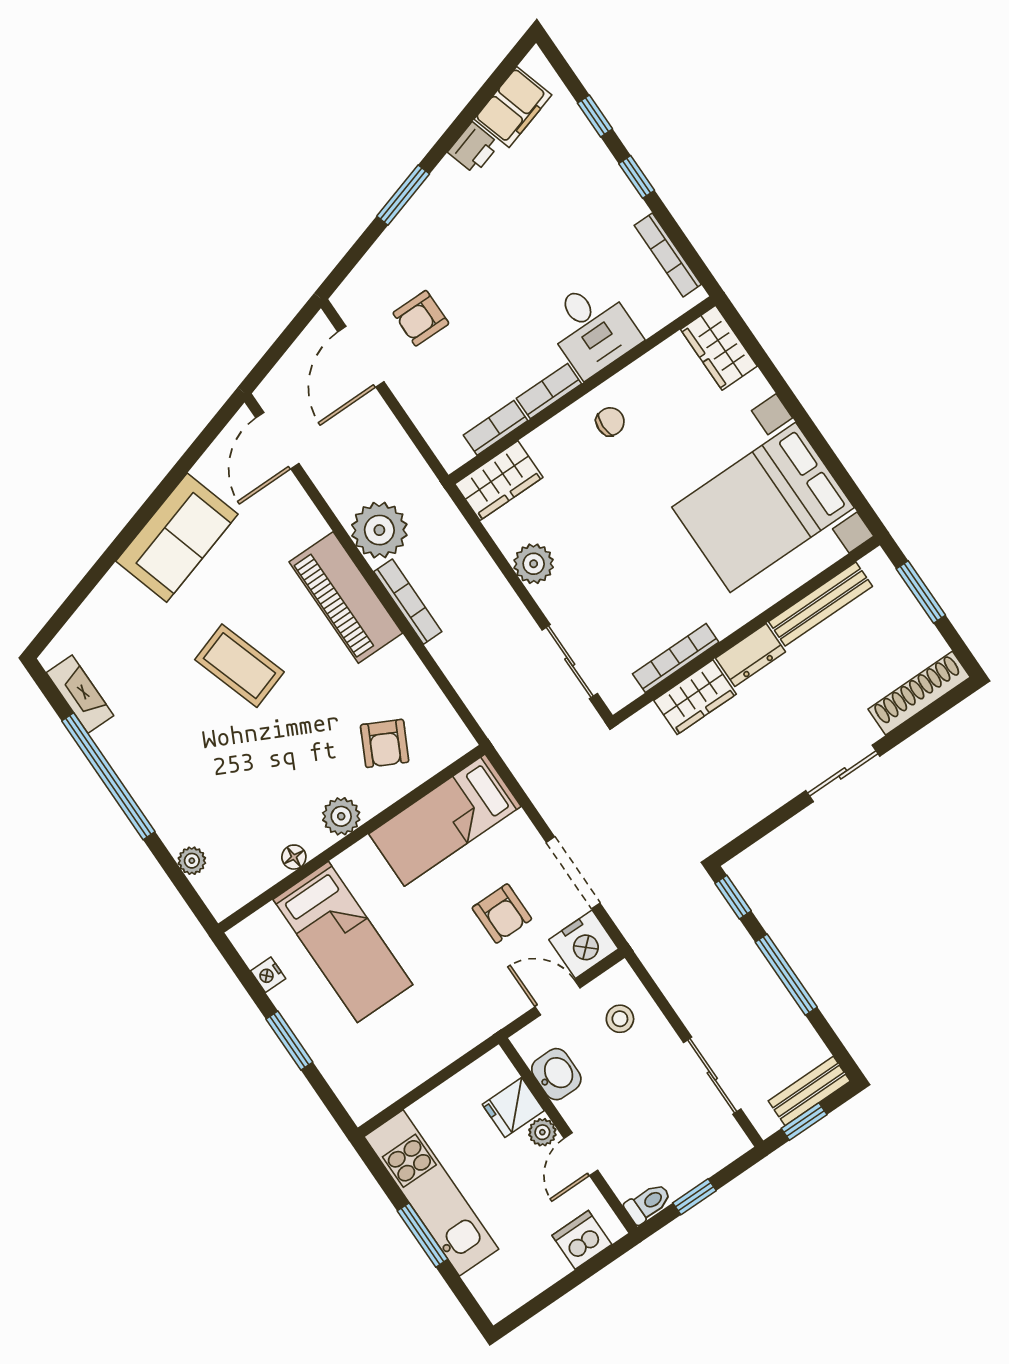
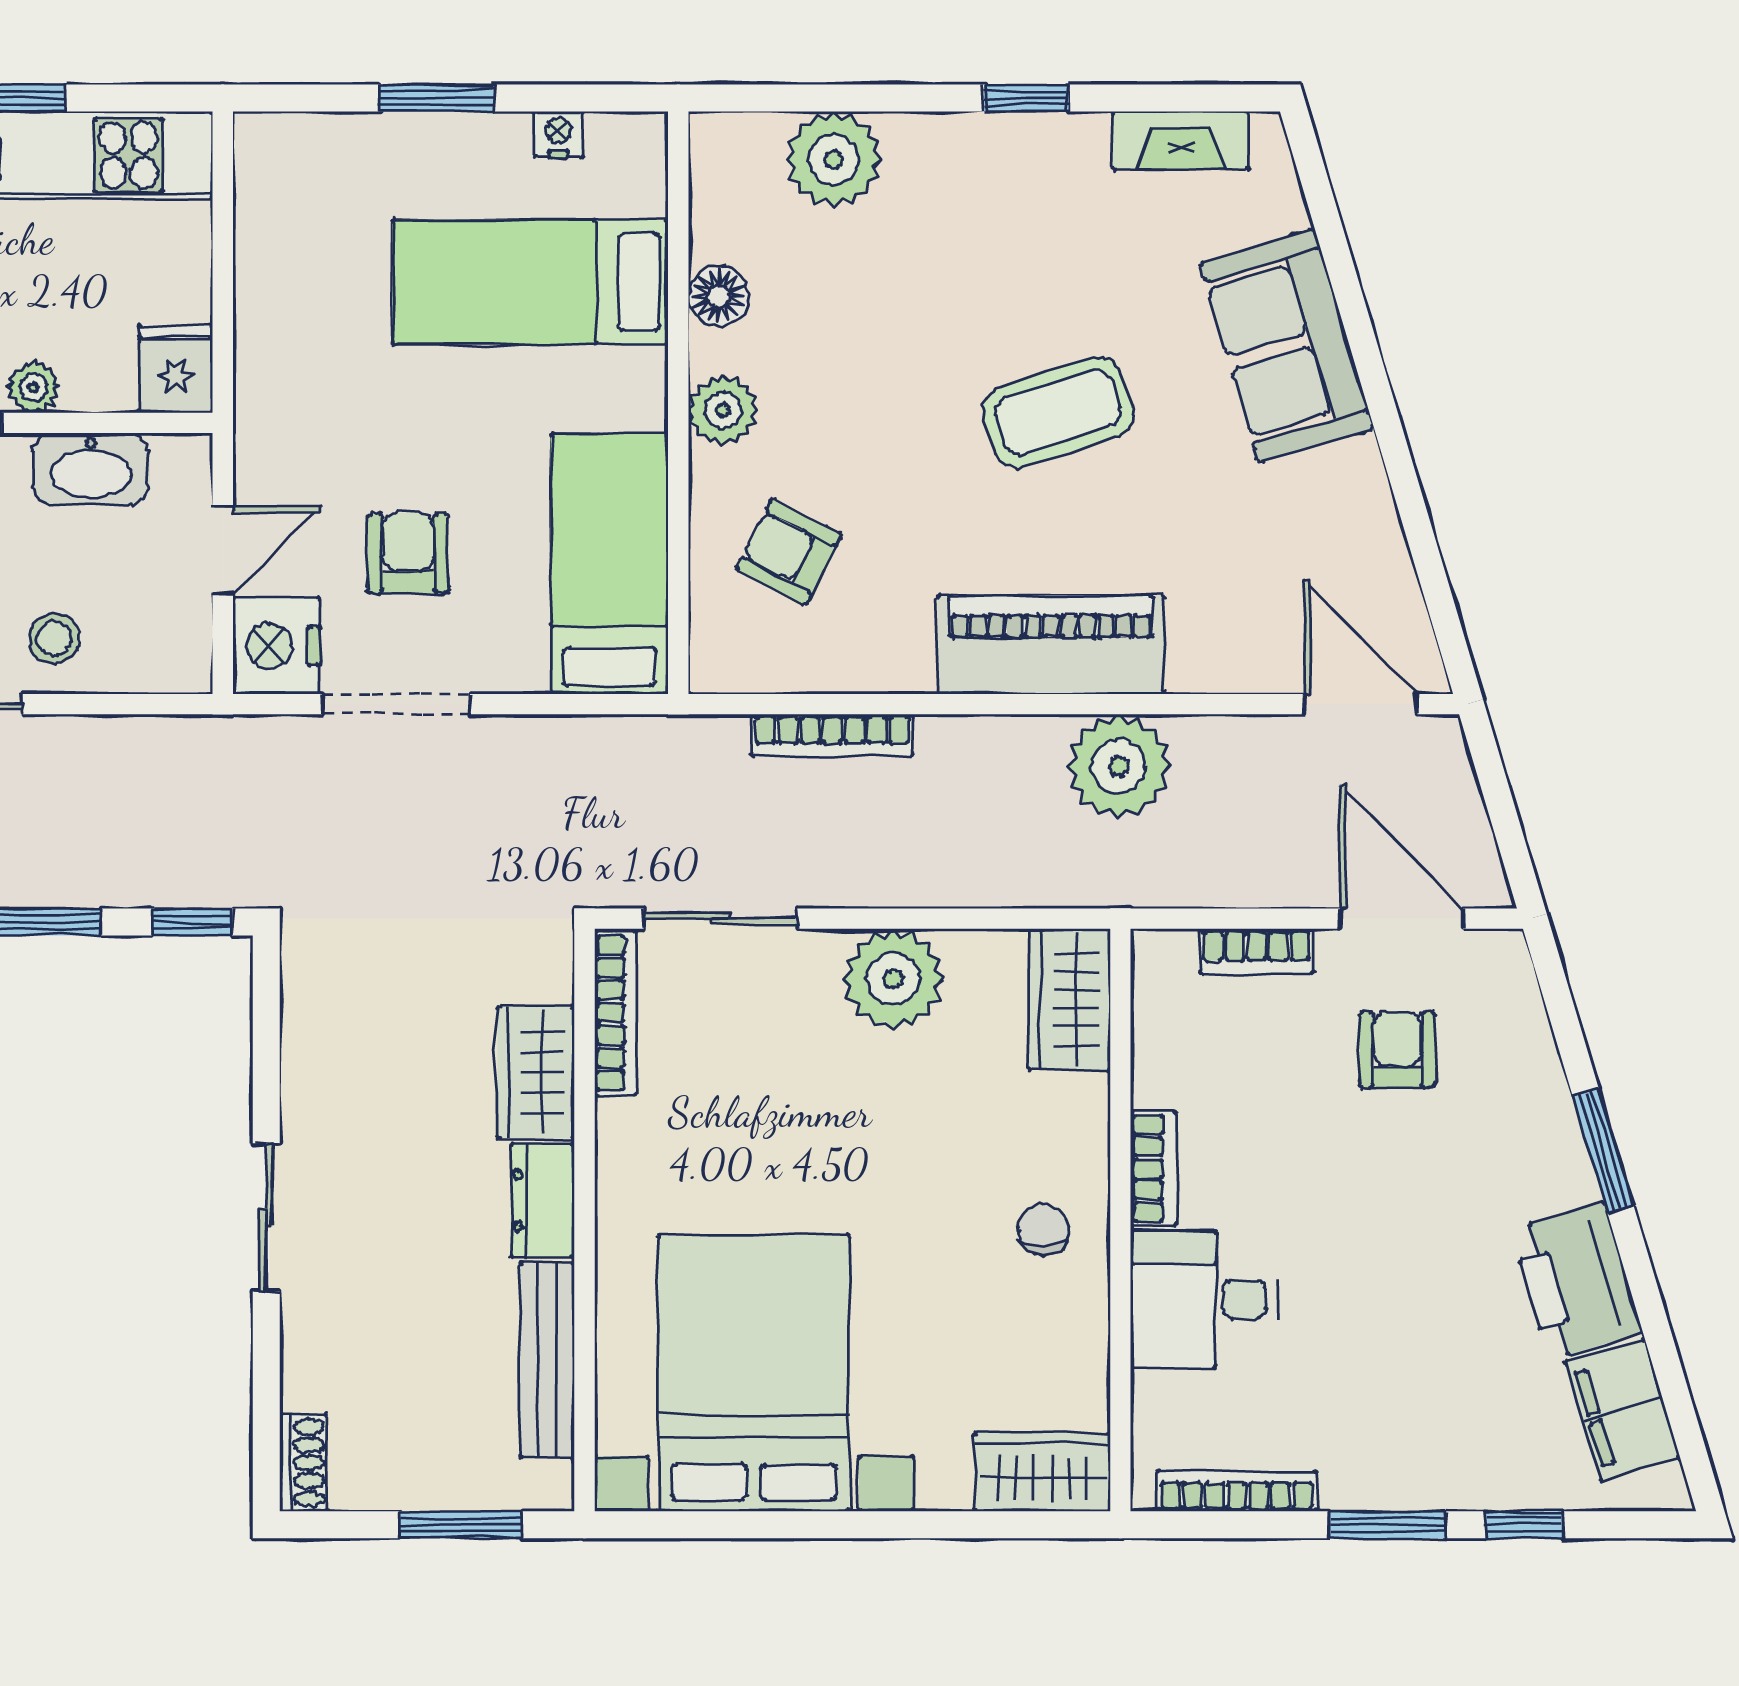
printer: (474, 148) -> (1577, 1281), width x1.87, depth x1.48
window: (637, 177) -> (1388, 1525), width x1.50
chair: (610, 422) -> (1043, 1230), turned 180
bookcase: (496, 428) -> (1257, 951), moved, turned 90
sofa: (177, 538) -> (1287, 346), moved
plant: (534, 564) -> (893, 979), width x1.36, depth x1.36
bookcase: (408, 602) -> (832, 735), moved
bookcase: (676, 658) -> (616, 1013), moved
shoe rack: (919, 693) -> (303, 1463), width x0.51, depth x0.81
window: (108, 776) -> (1026, 98), width x0.32
floor lamp: (294, 857) -> (719, 296), width x1.37, depth x1.37
plant: (192, 861) -> (834, 159), width x1.87, depth x1.87
armchair: (502, 913) -> (408, 553), turned 90
stool: (620, 1019) -> (54, 639), moved
washbasin: (556, 1074) -> (91, 469), width x1.38
fridge: (513, 1107) -> (176, 369), moved

